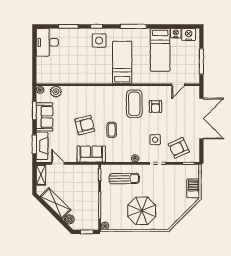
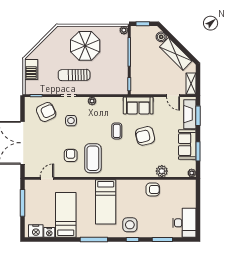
armchair: (77, 74) -> (153, 189), added
plant: (56, 92) -> (162, 171), moved
sun lounger: (124, 179) -> (74, 75), moved

